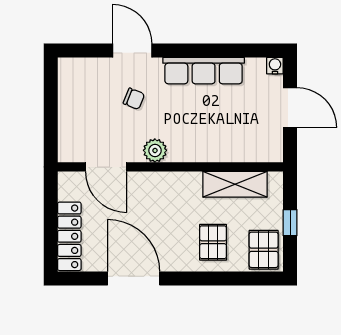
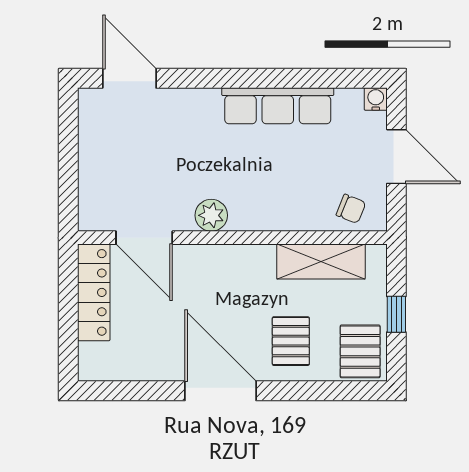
door: (132, 51) -> (129, 78), moved
chair: (134, 99) -> (351, 209), moved
locker: (69, 236) -> (94, 292), moved
door: (134, 278) -> (221, 391), moved

